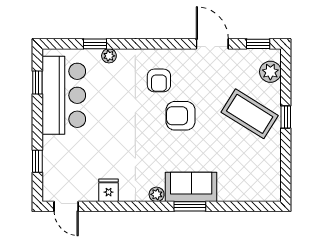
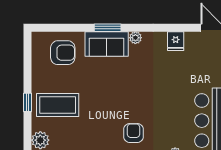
coffee table: (250, 114) -> (58, 105), turned -32
armchair: (181, 116) -> (63, 53), moved

